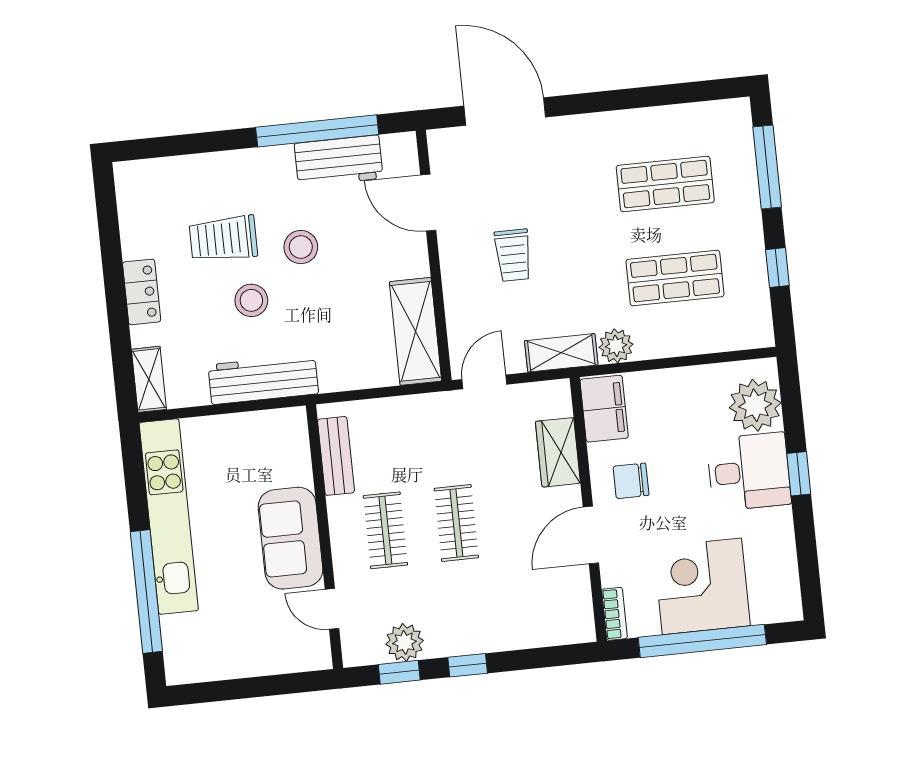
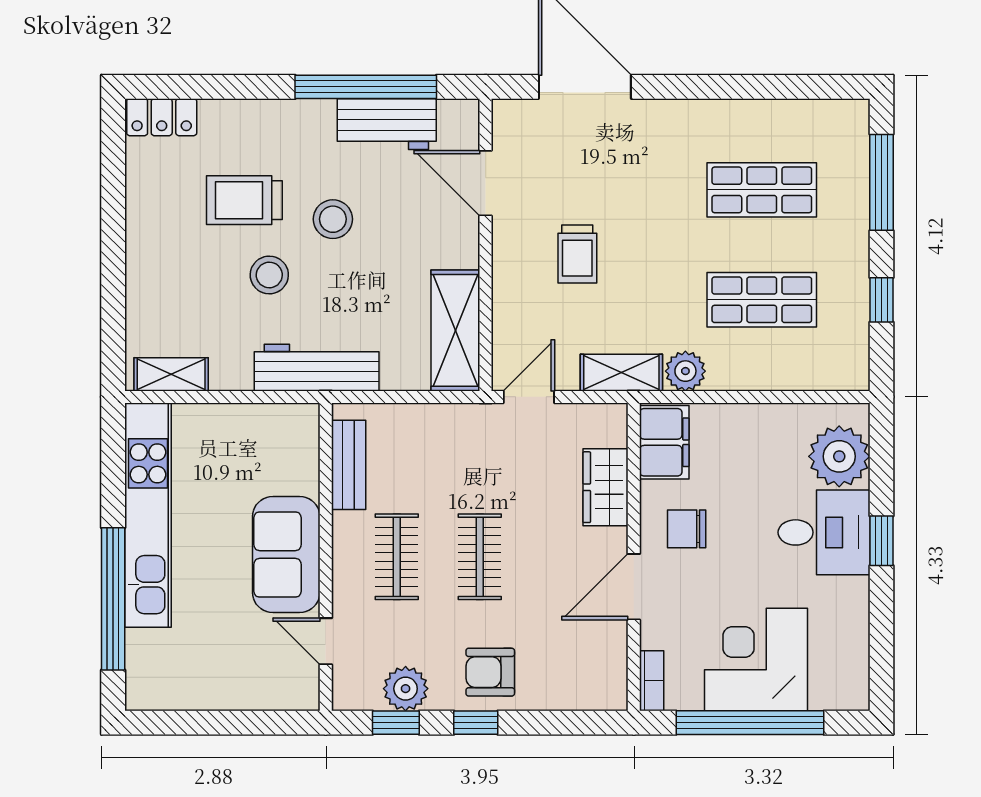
locker: (142, 292) -> (162, 117), moved, turned 90
shelving: (149, 379) -> (171, 374), moved, turned 90
workbench: (263, 379) -> (317, 368), moved
armchair: (476, 621) -> (490, 672), added

